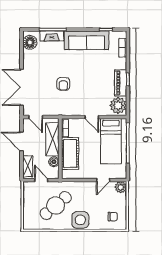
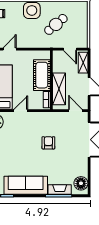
door: (92, 117) -> (21, 111), hinge flipped
boiler: (54, 162) -> (58, 67), removed
cafe table: (56, 206) -> (56, 24), width x0.73, depth x0.74

